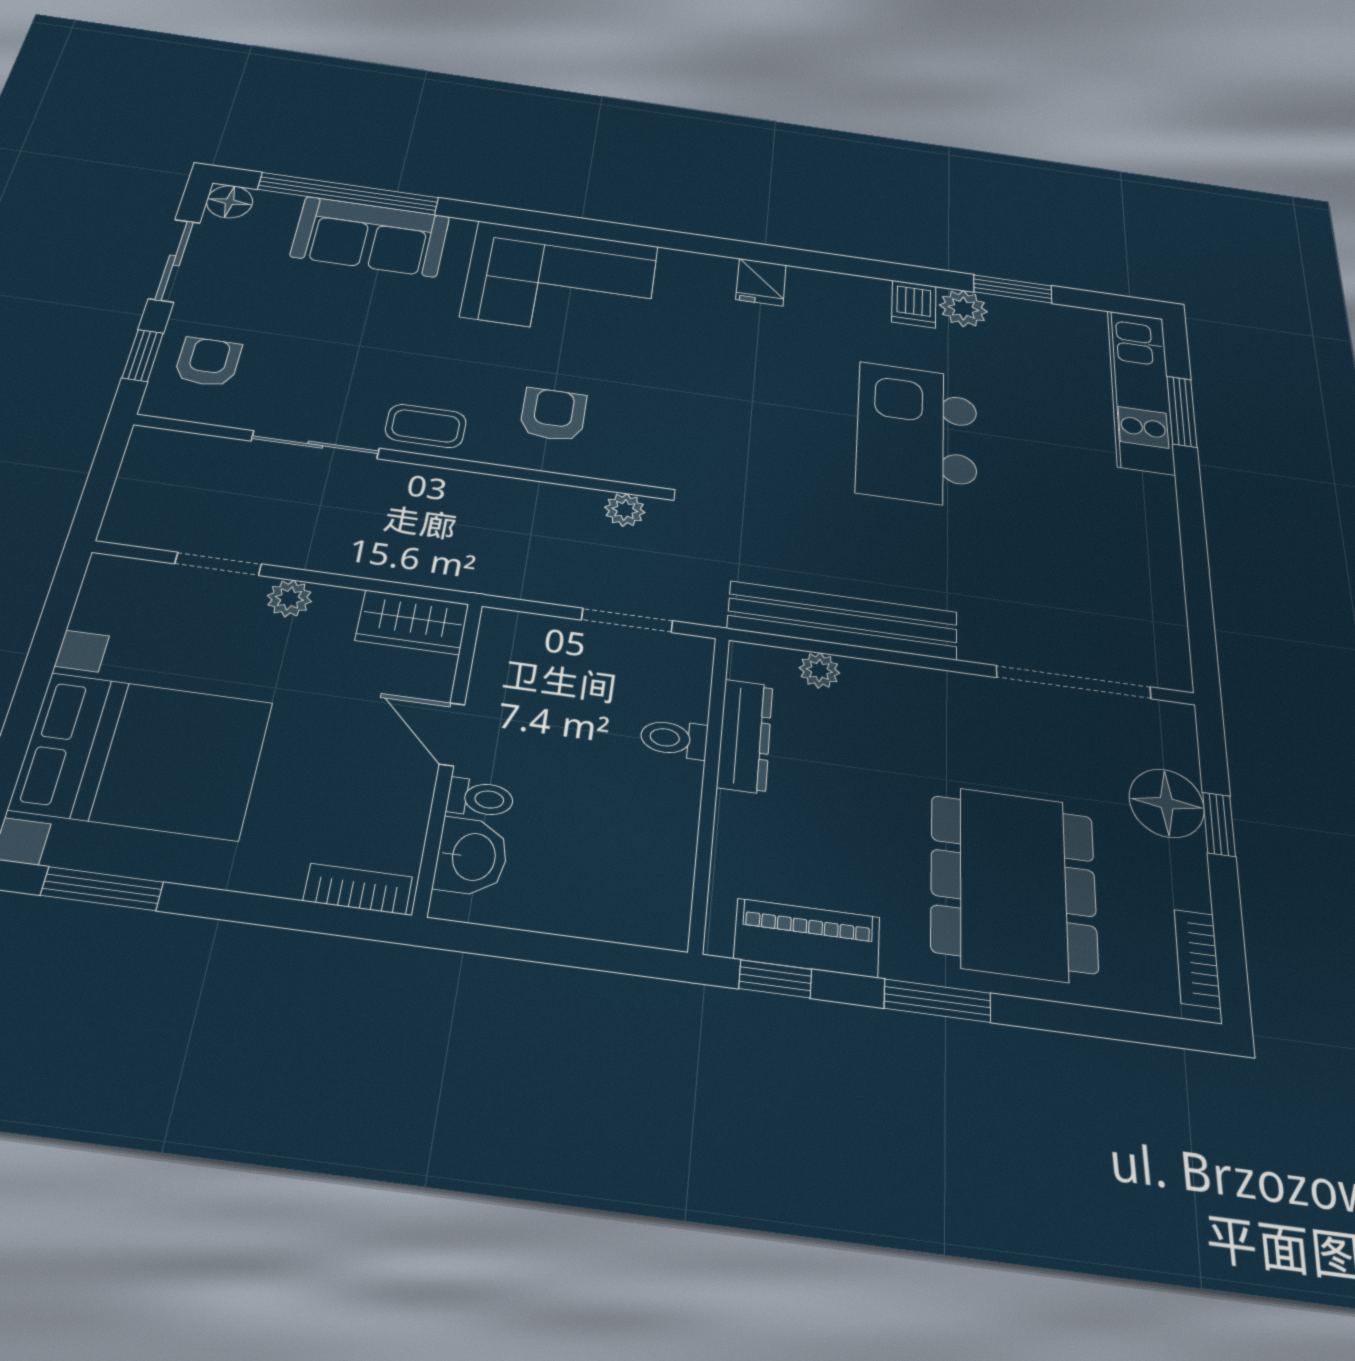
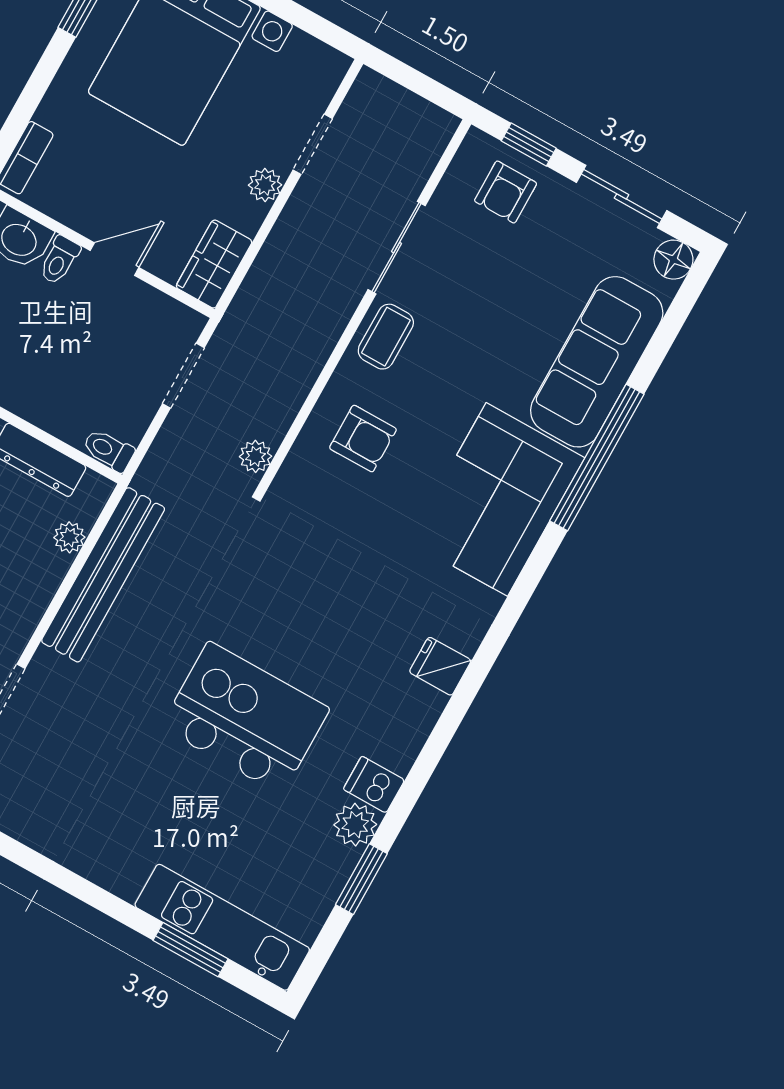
window: (348, 194) -> (597, 458), moved
sofa: (370, 237) -> (597, 362), width x1.36
armchair: (208, 362) -> (506, 192), turned 90
doorway: (627, 620) -> (183, 376), moved
toilet: (674, 739) -> (108, 450), moved, turned -90

